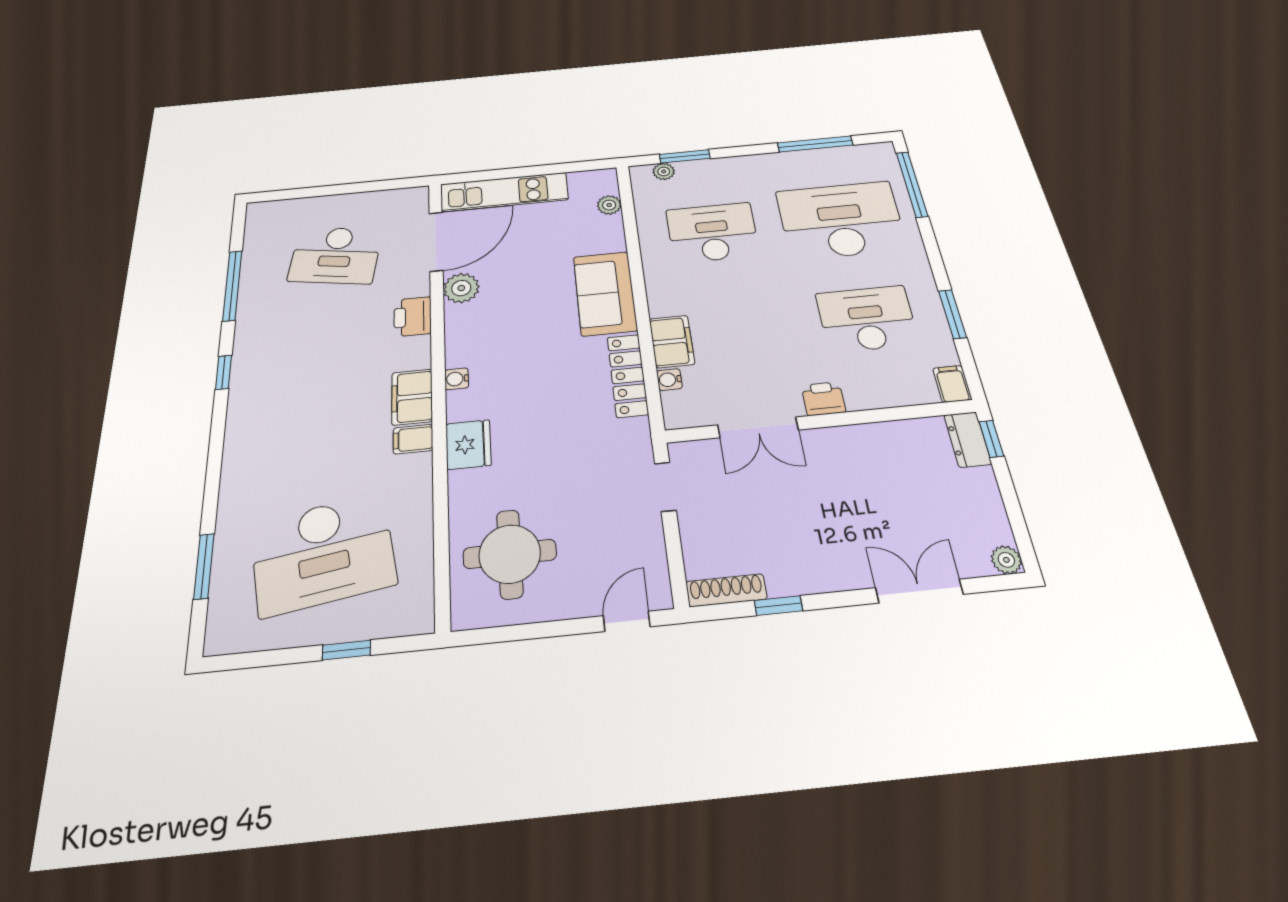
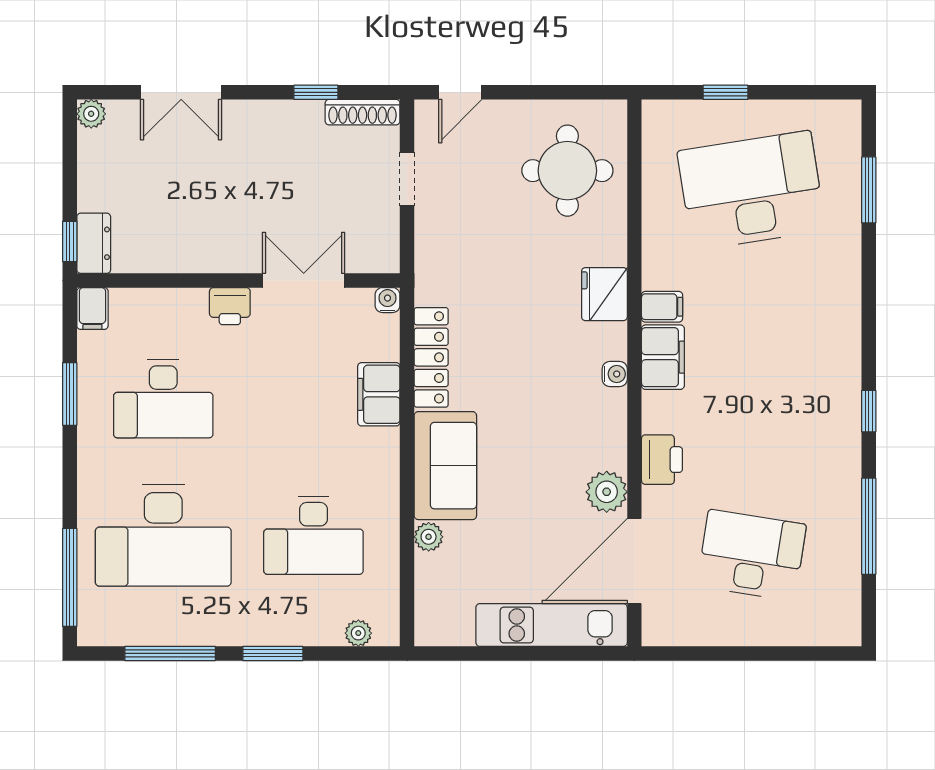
window: (685, 156) -> (273, 653), moved
plant: (609, 205) -> (429, 537), moved
water cooler: (669, 380) -> (388, 300), moved, turned -90
doorway: (665, 487) -> (407, 179), moved

